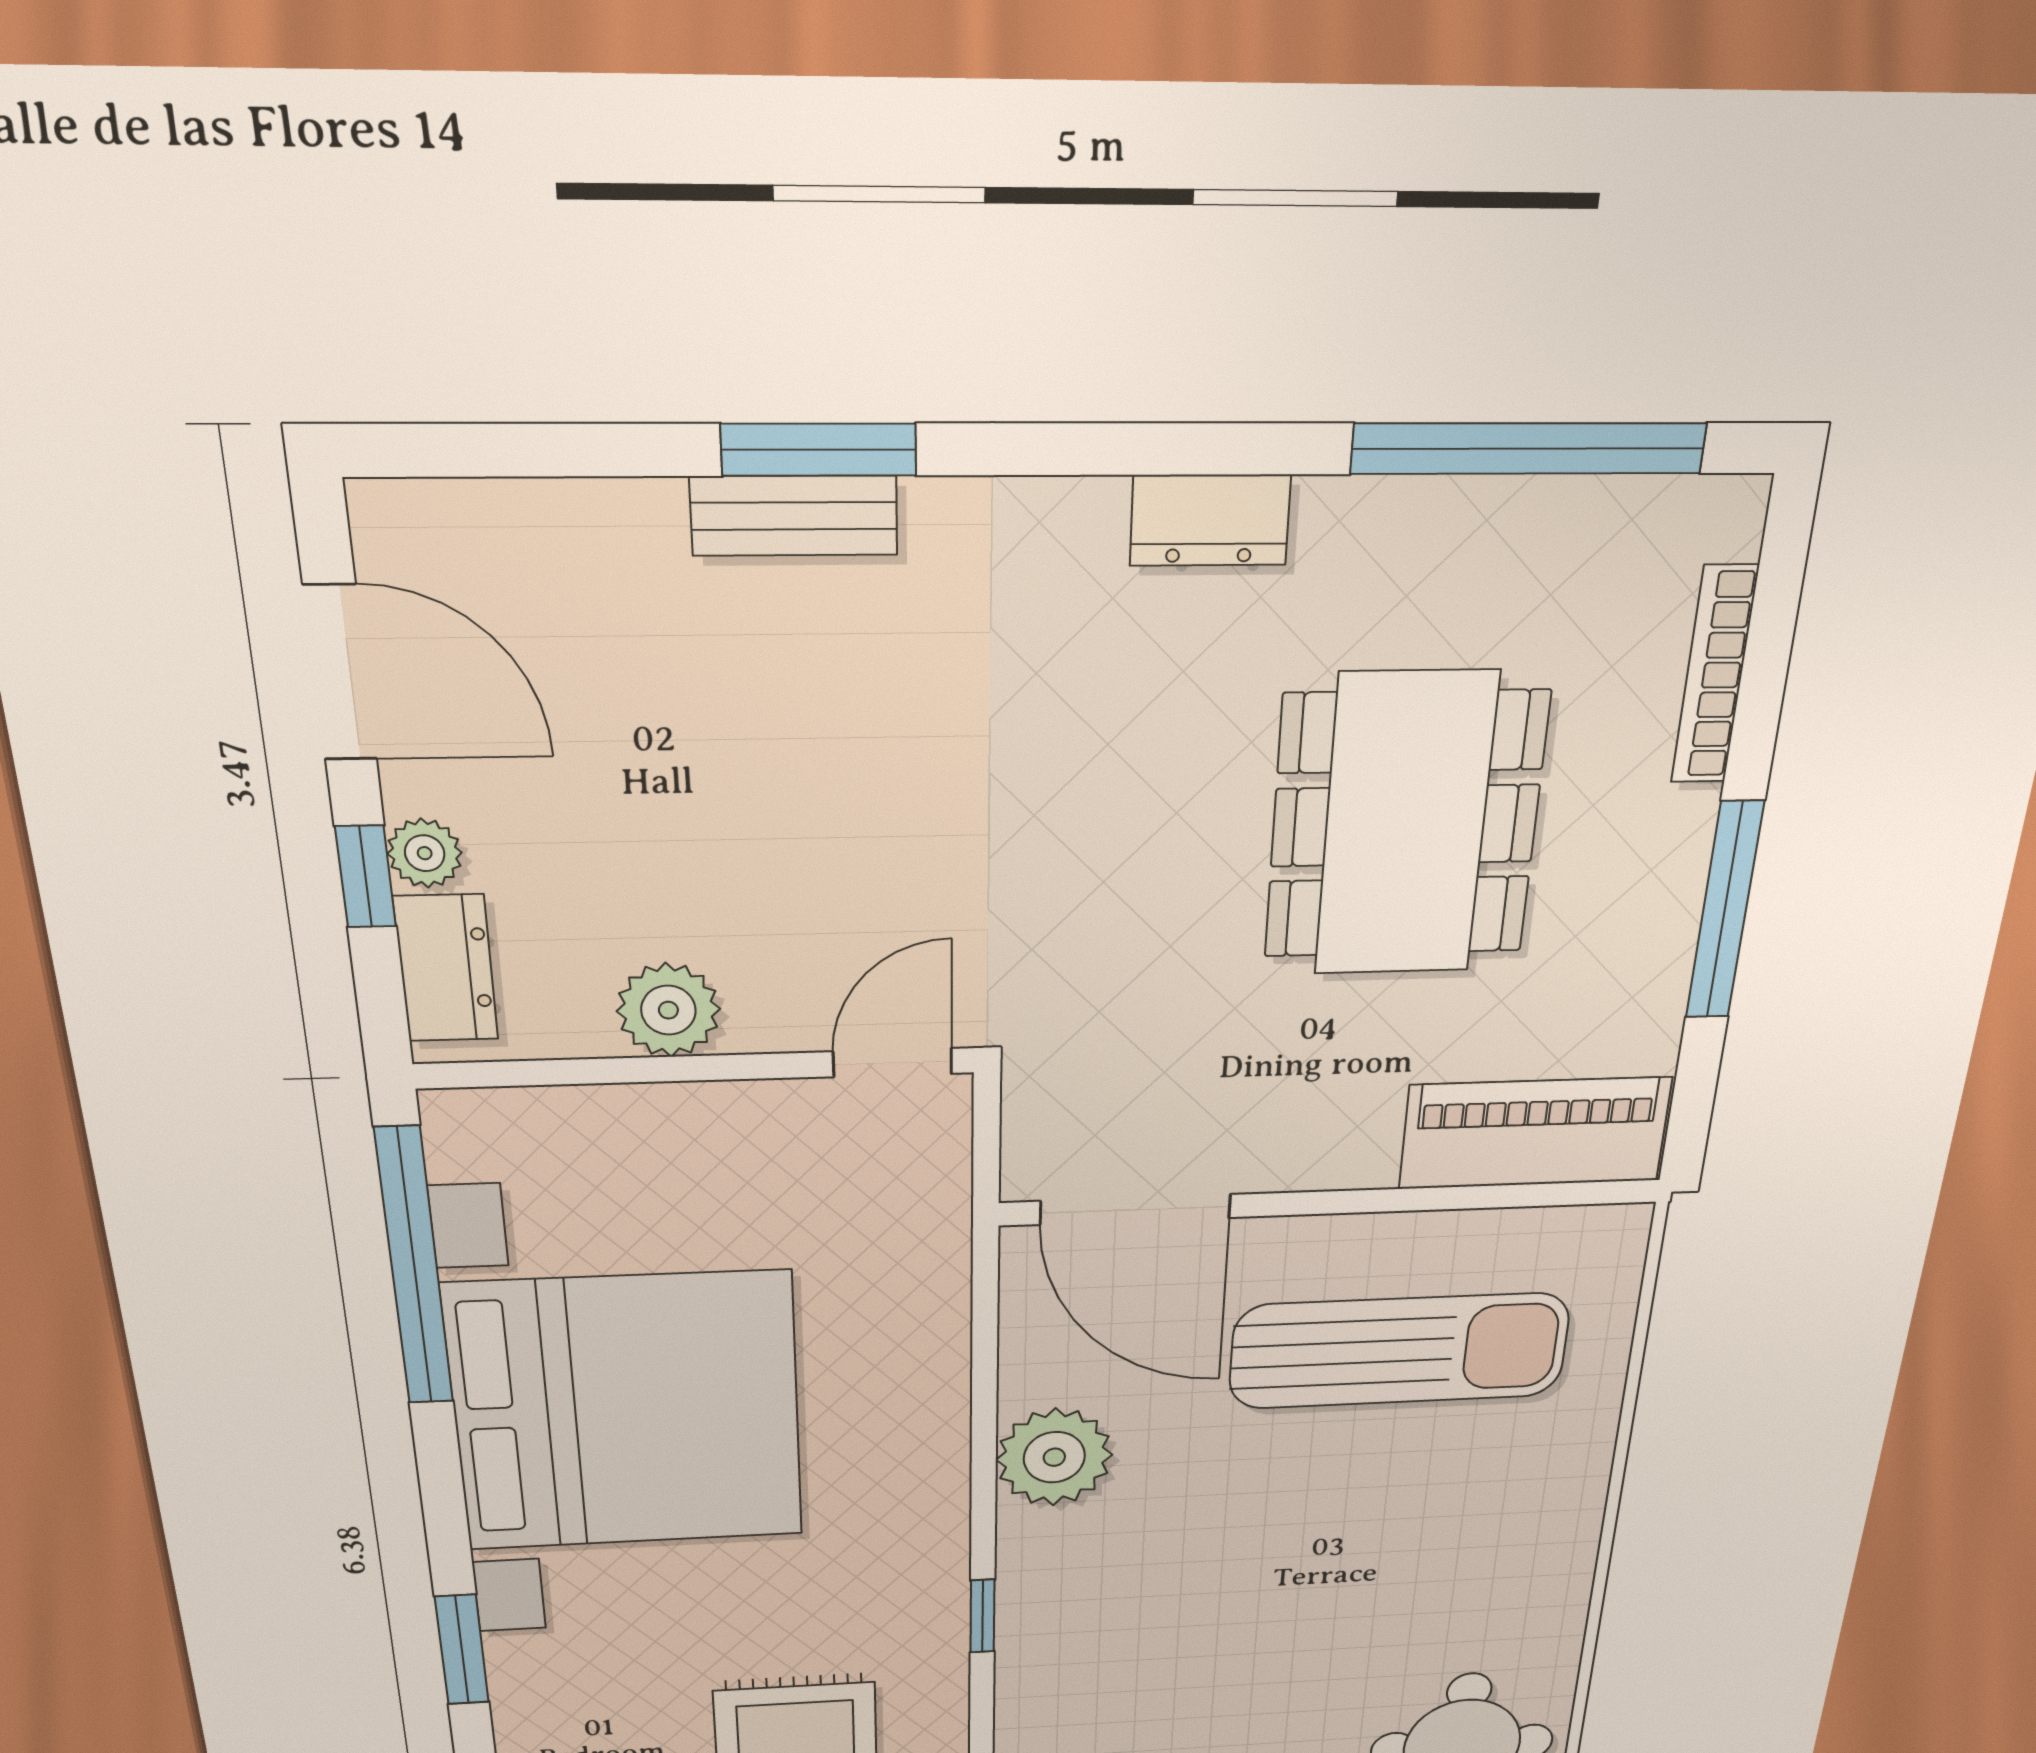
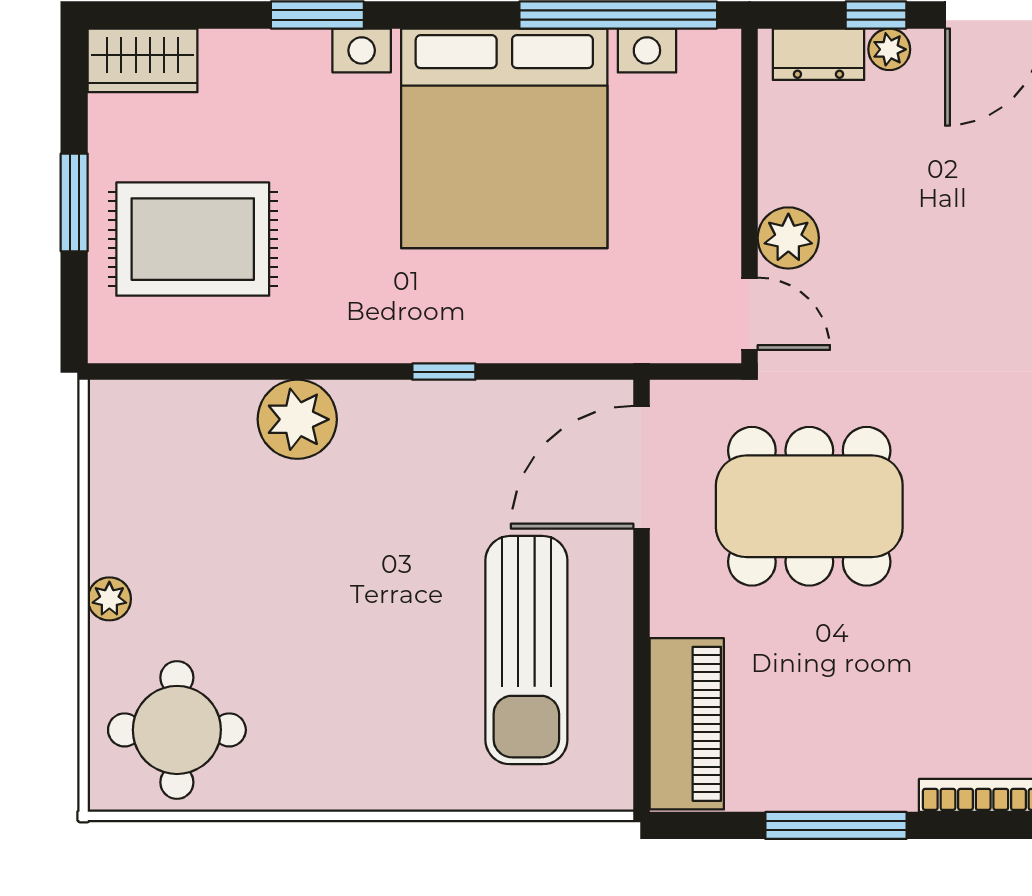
dining table: (1405, 825) -> (809, 506), moved
plant: (668, 1010) -> (788, 238), moved
plant: (1054, 1457) -> (297, 419), moved
window: (982, 1616) -> (444, 372), moved

